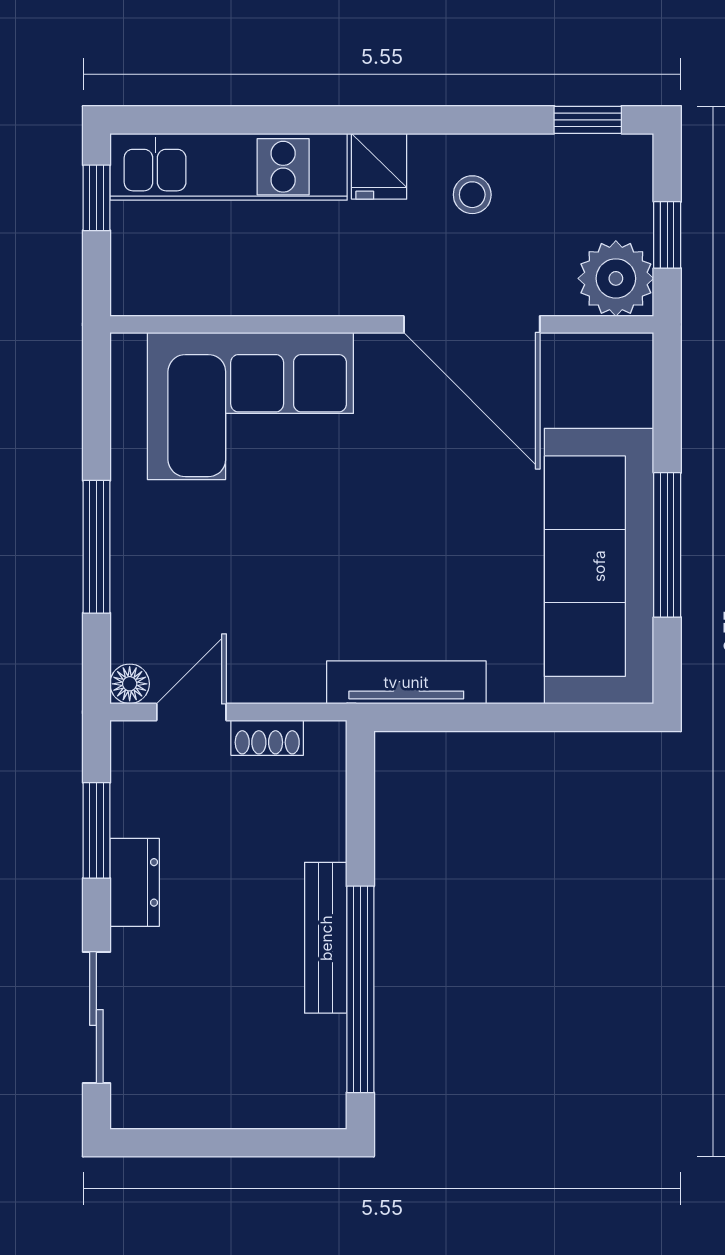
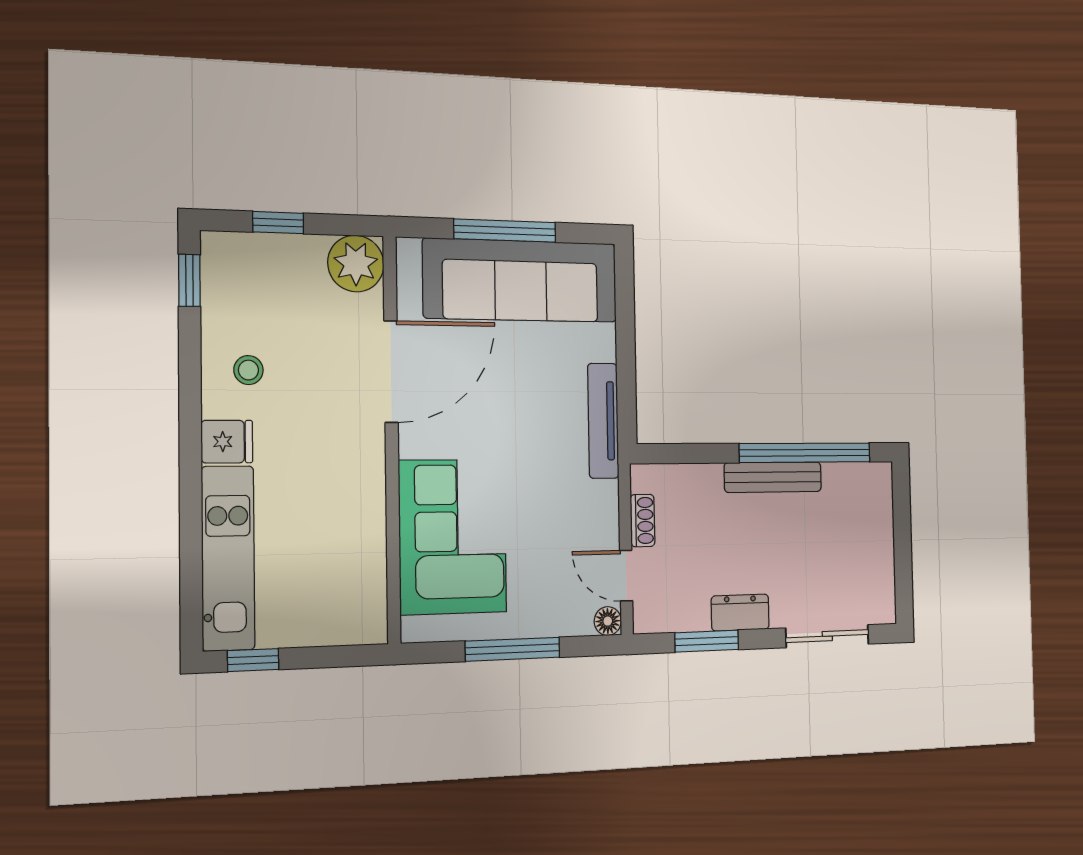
plant: (616, 278) -> (356, 264), moved
wall: (382, 324) -> (392, 439), moved
door: (472, 324) -> (391, 372), moved
corner sofa: (250, 406) -> (453, 537), moved

